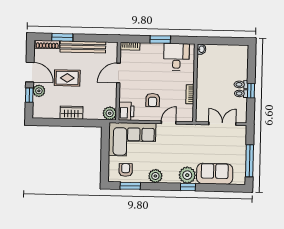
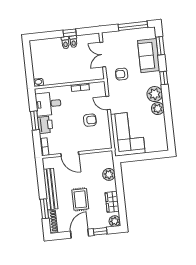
plant: (39, 91) -> (115, 221), moved
printer: (126, 111) -> (45, 125), moved, turned 90
wardrobe: (71, 113) -> (112, 202), moved
plant: (110, 113) -> (109, 174), moved
armchair: (126, 170) -> (122, 74), moved
plant: (187, 175) -> (155, 94), moved
window: (130, 186) -> (160, 46), moved

